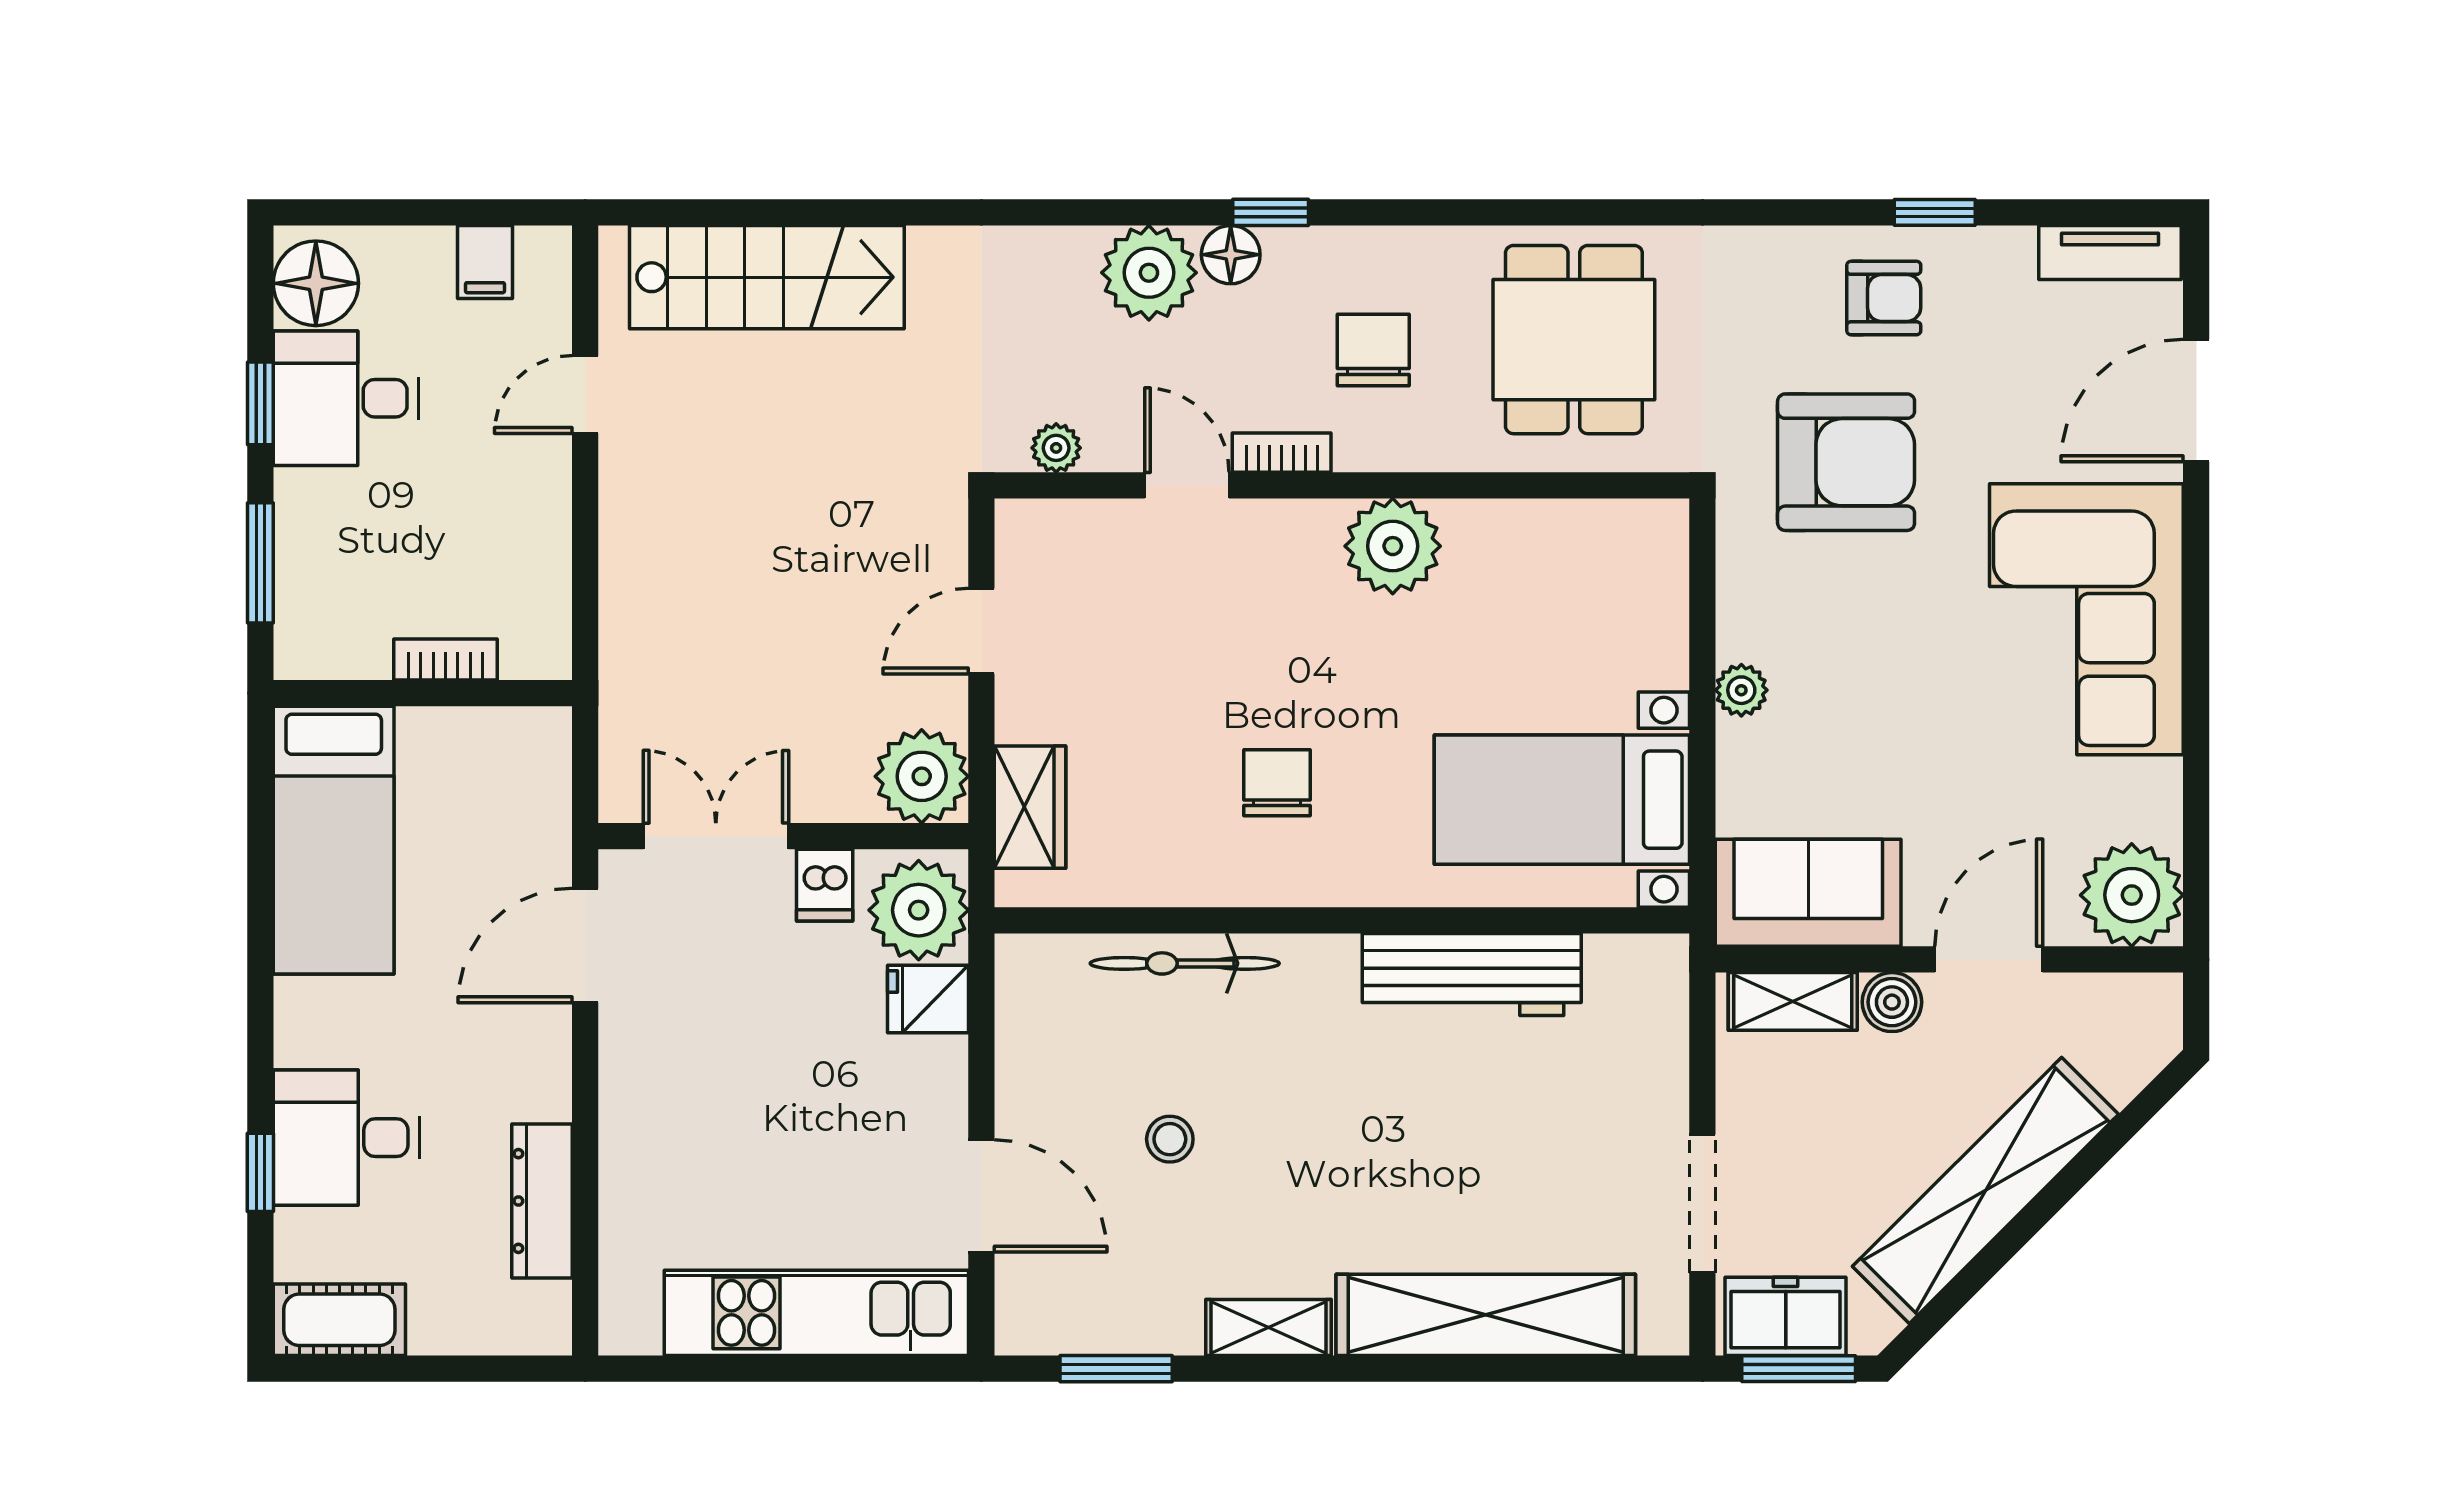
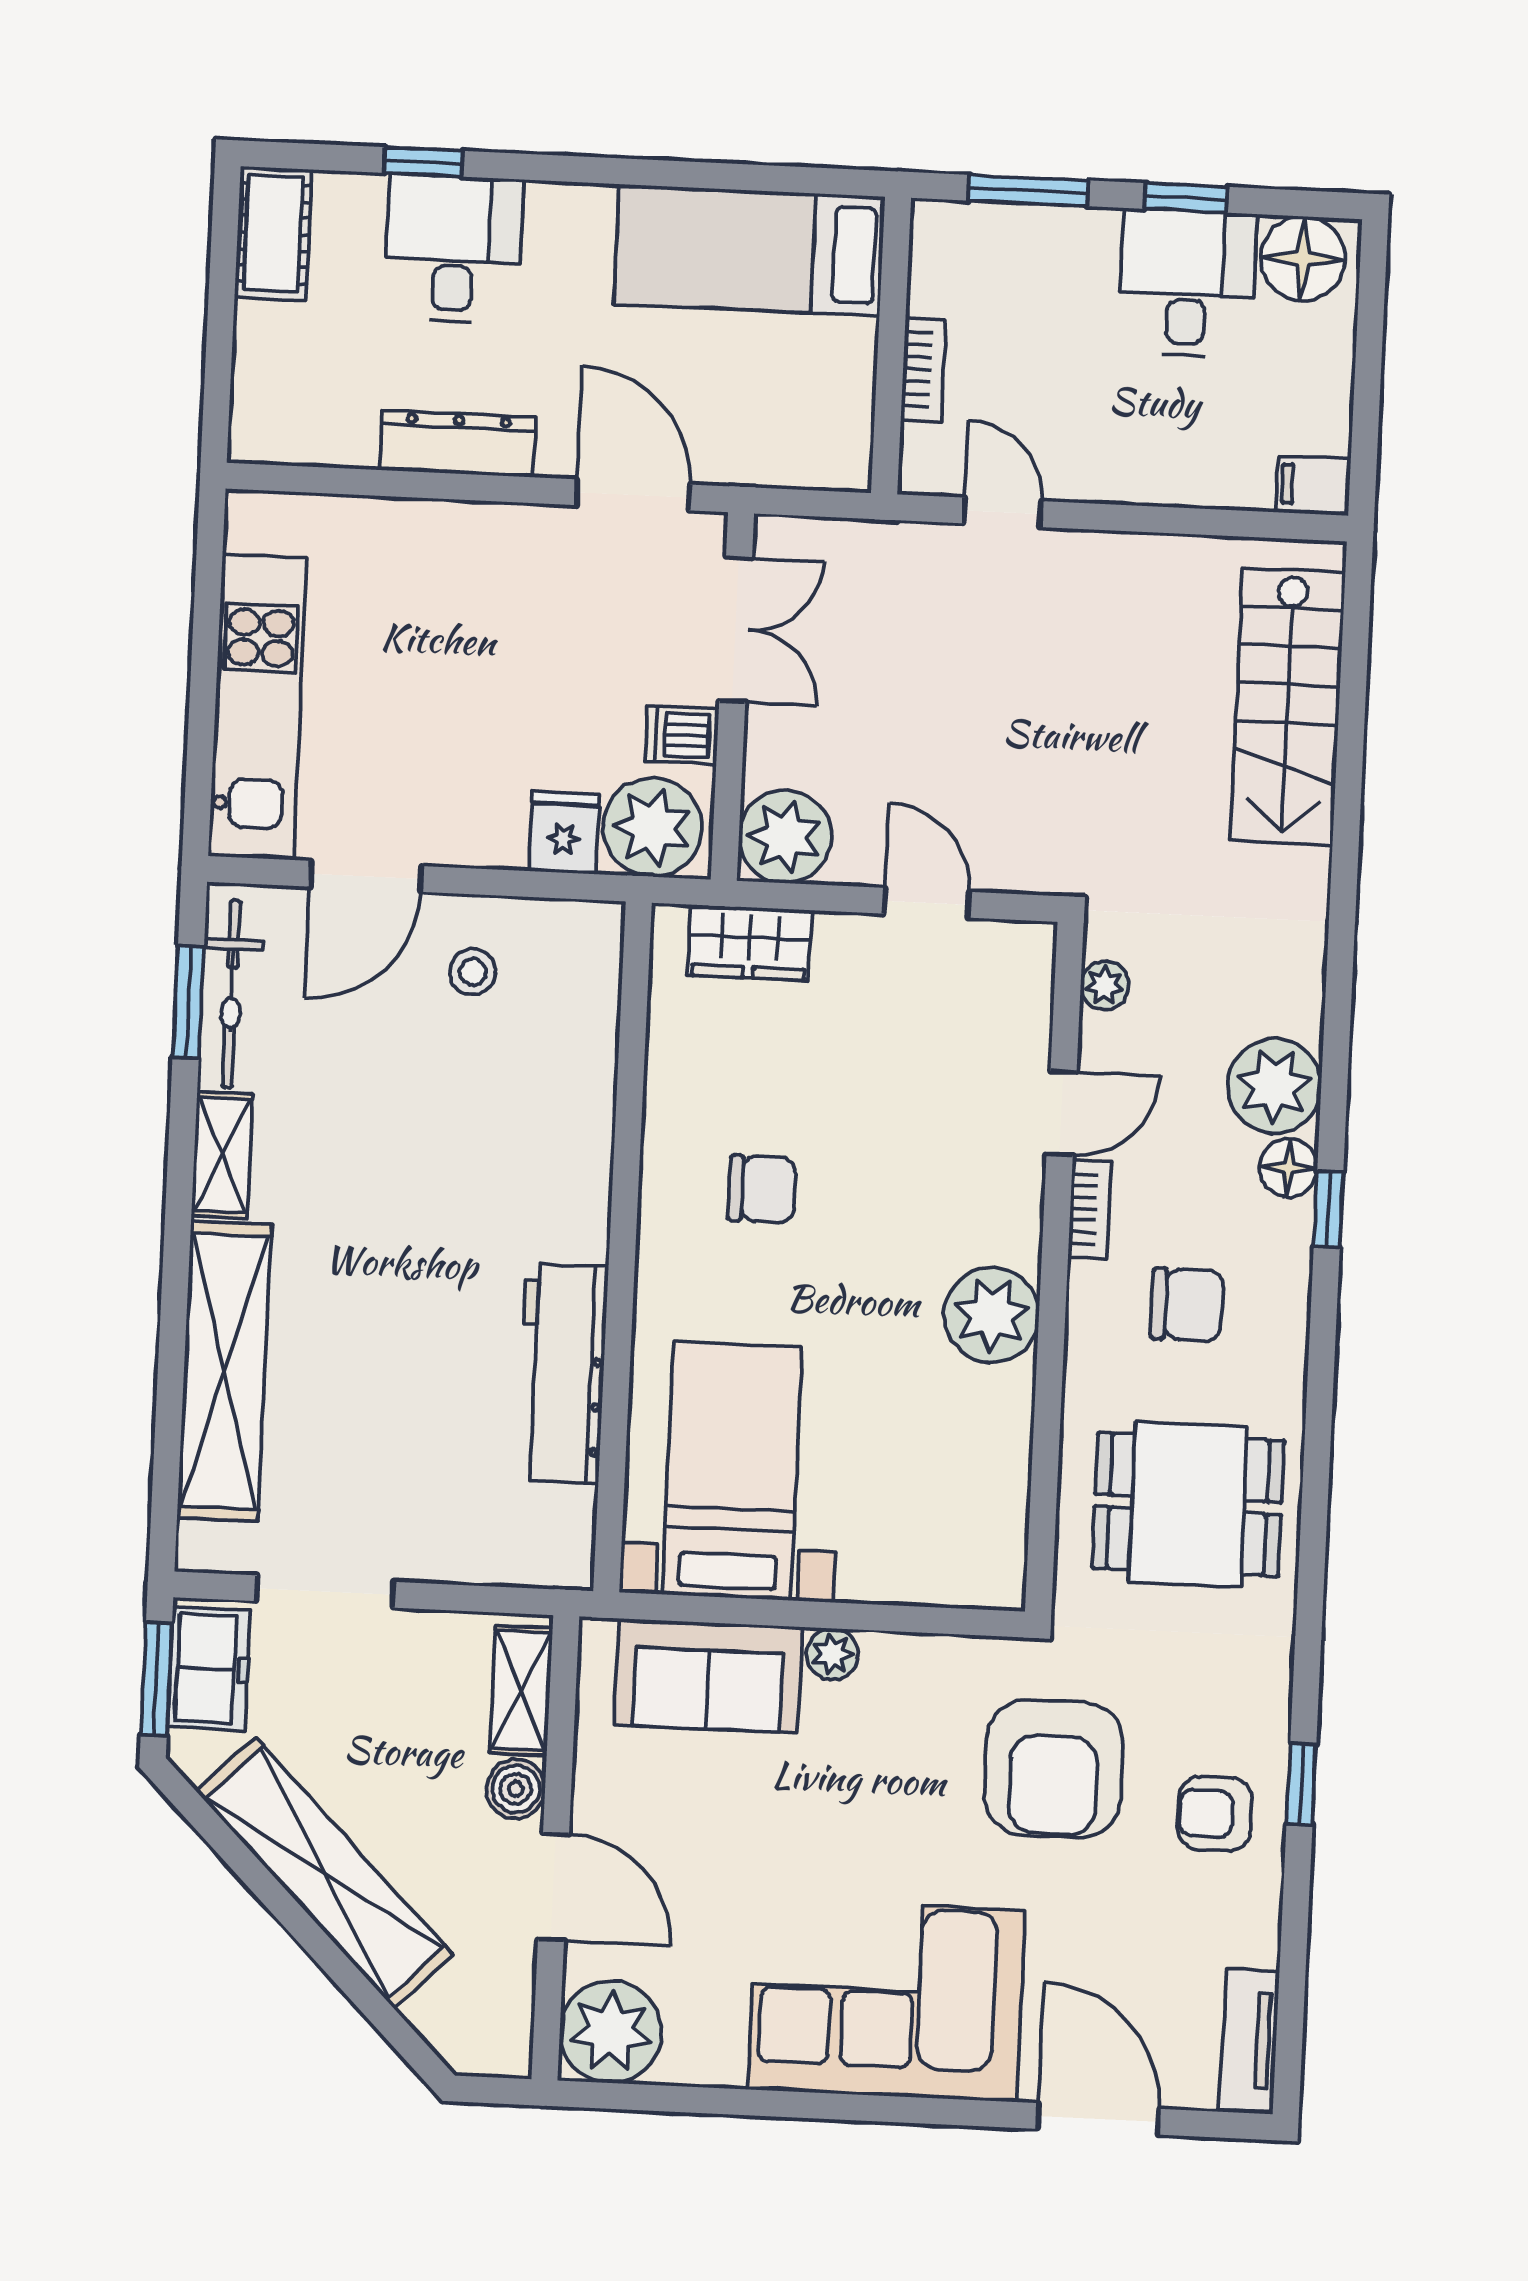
window: (1935, 212) -> (1301, 1784), moved
filing cabinet: (485, 262) -> (1313, 485), moved
armchair: (1884, 298) -> (1215, 1814), turned 90
door: (585, 394) -> (1003, 512), moved
sofa: (1808, 893) -> (708, 1676), moved, turned 90
bicycle: (1185, 963) -> (231, 994), moved, turned 180
stool: (1170, 1139) -> (473, 972), moved
dresser: (542, 1201) -> (458, 444), moved

